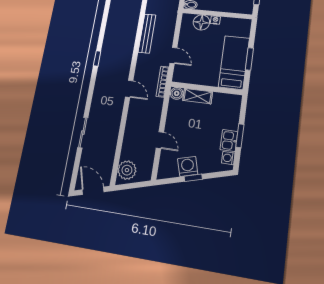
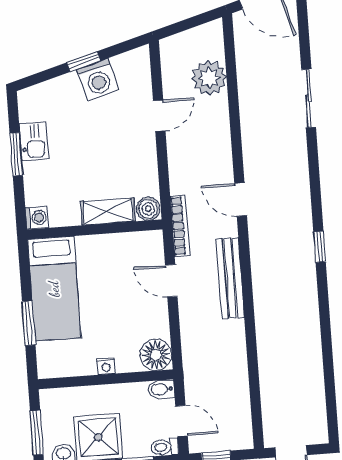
floor lamp: (201, 22) -> (156, 355), moved
bench: (147, 34) -> (230, 278), moved
window: (249, 59) -> (29, 323), moved
door: (160, 140) -> (159, 116), swing flipped
washing machine: (228, 158) -> (37, 218), moved
plant: (127, 170) -> (209, 78), moved

